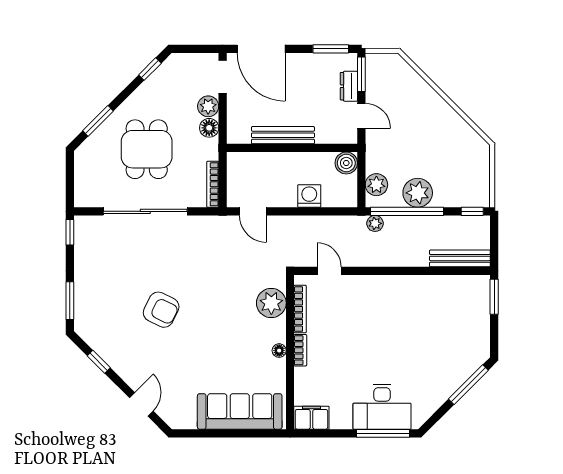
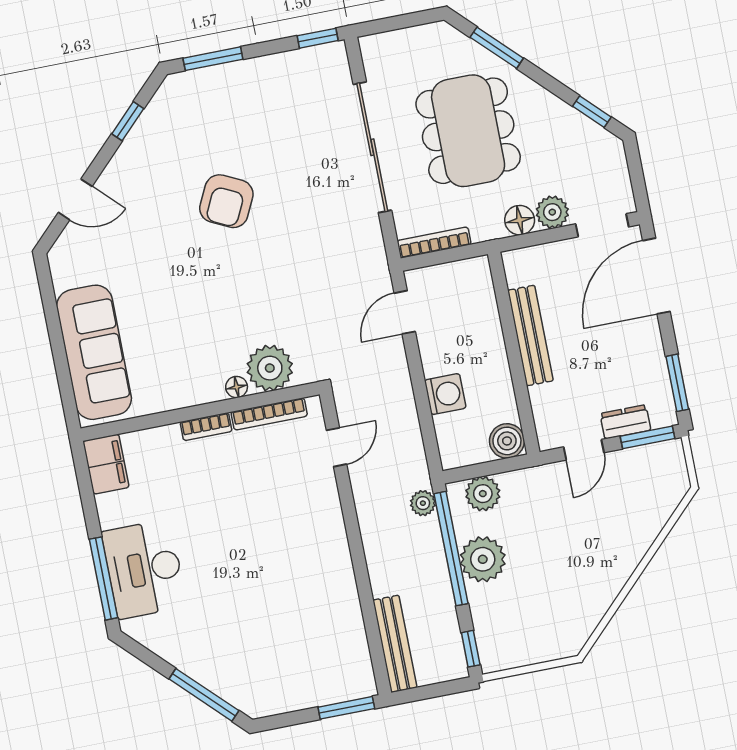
dining table: (147, 149) -> (468, 131), width x1.38
floor lamp: (279, 351) -> (237, 387), moved

